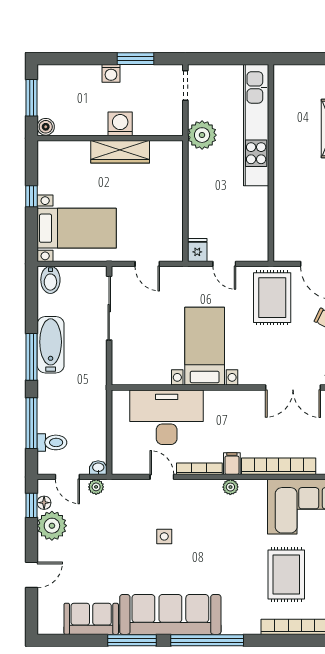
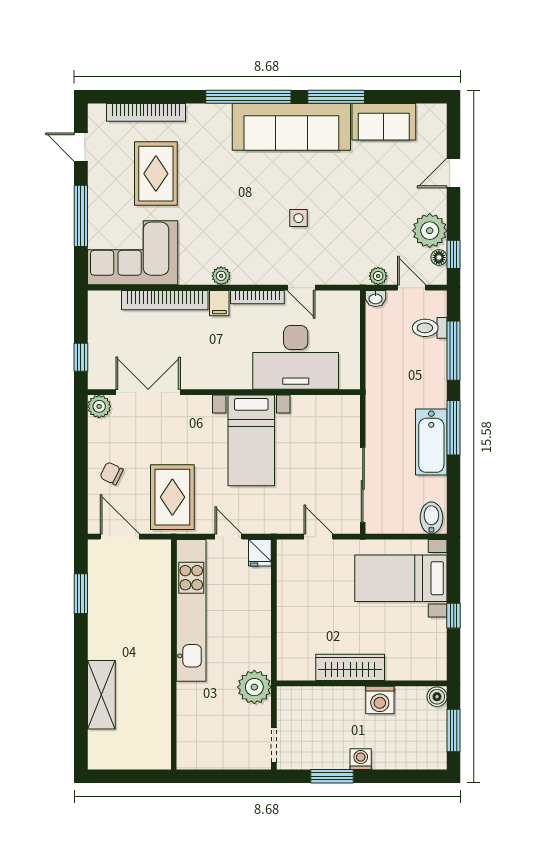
washing machine: (120, 124) -> (380, 700), moved
kitchen unit: (256, 125) -> (191, 610), moved

